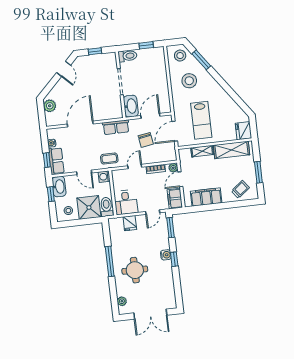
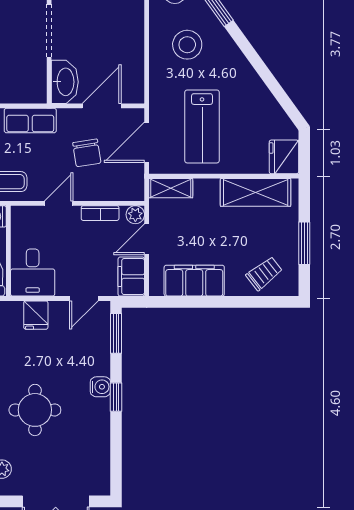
shelving: (202, 151) -> (171, 188), moved

